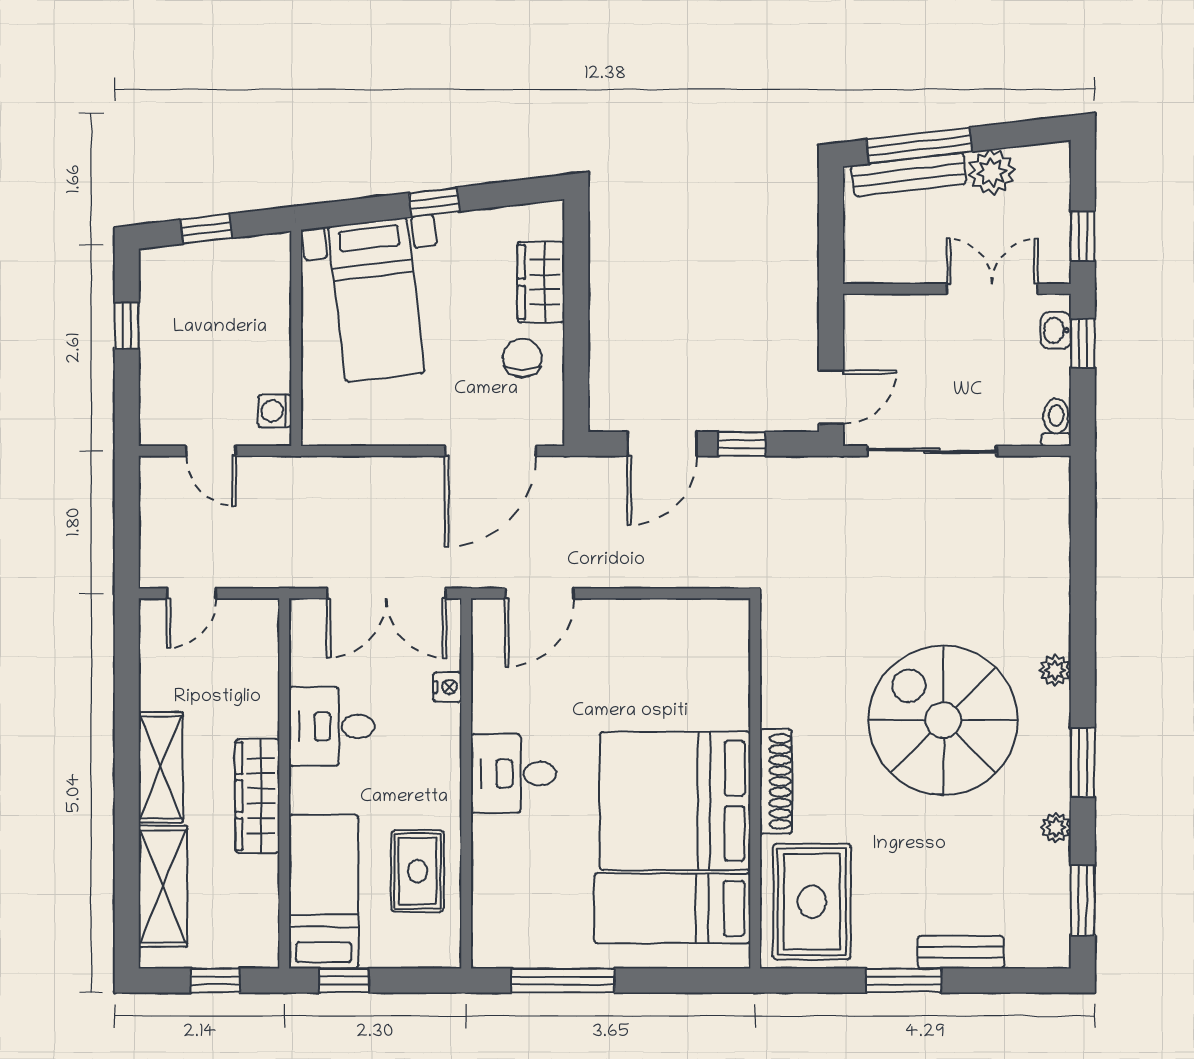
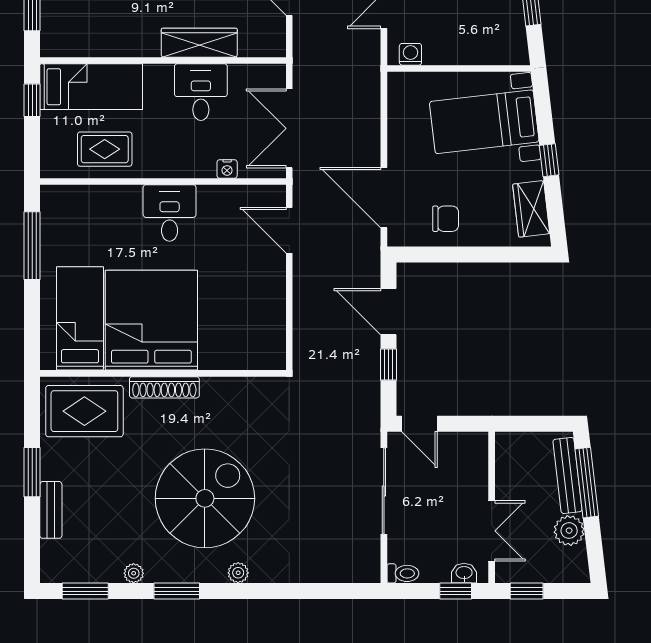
wardrobe: (541, 282) -> (531, 209), moved, turned -97
wardrobe: (257, 796) -> (199, 43), moved

